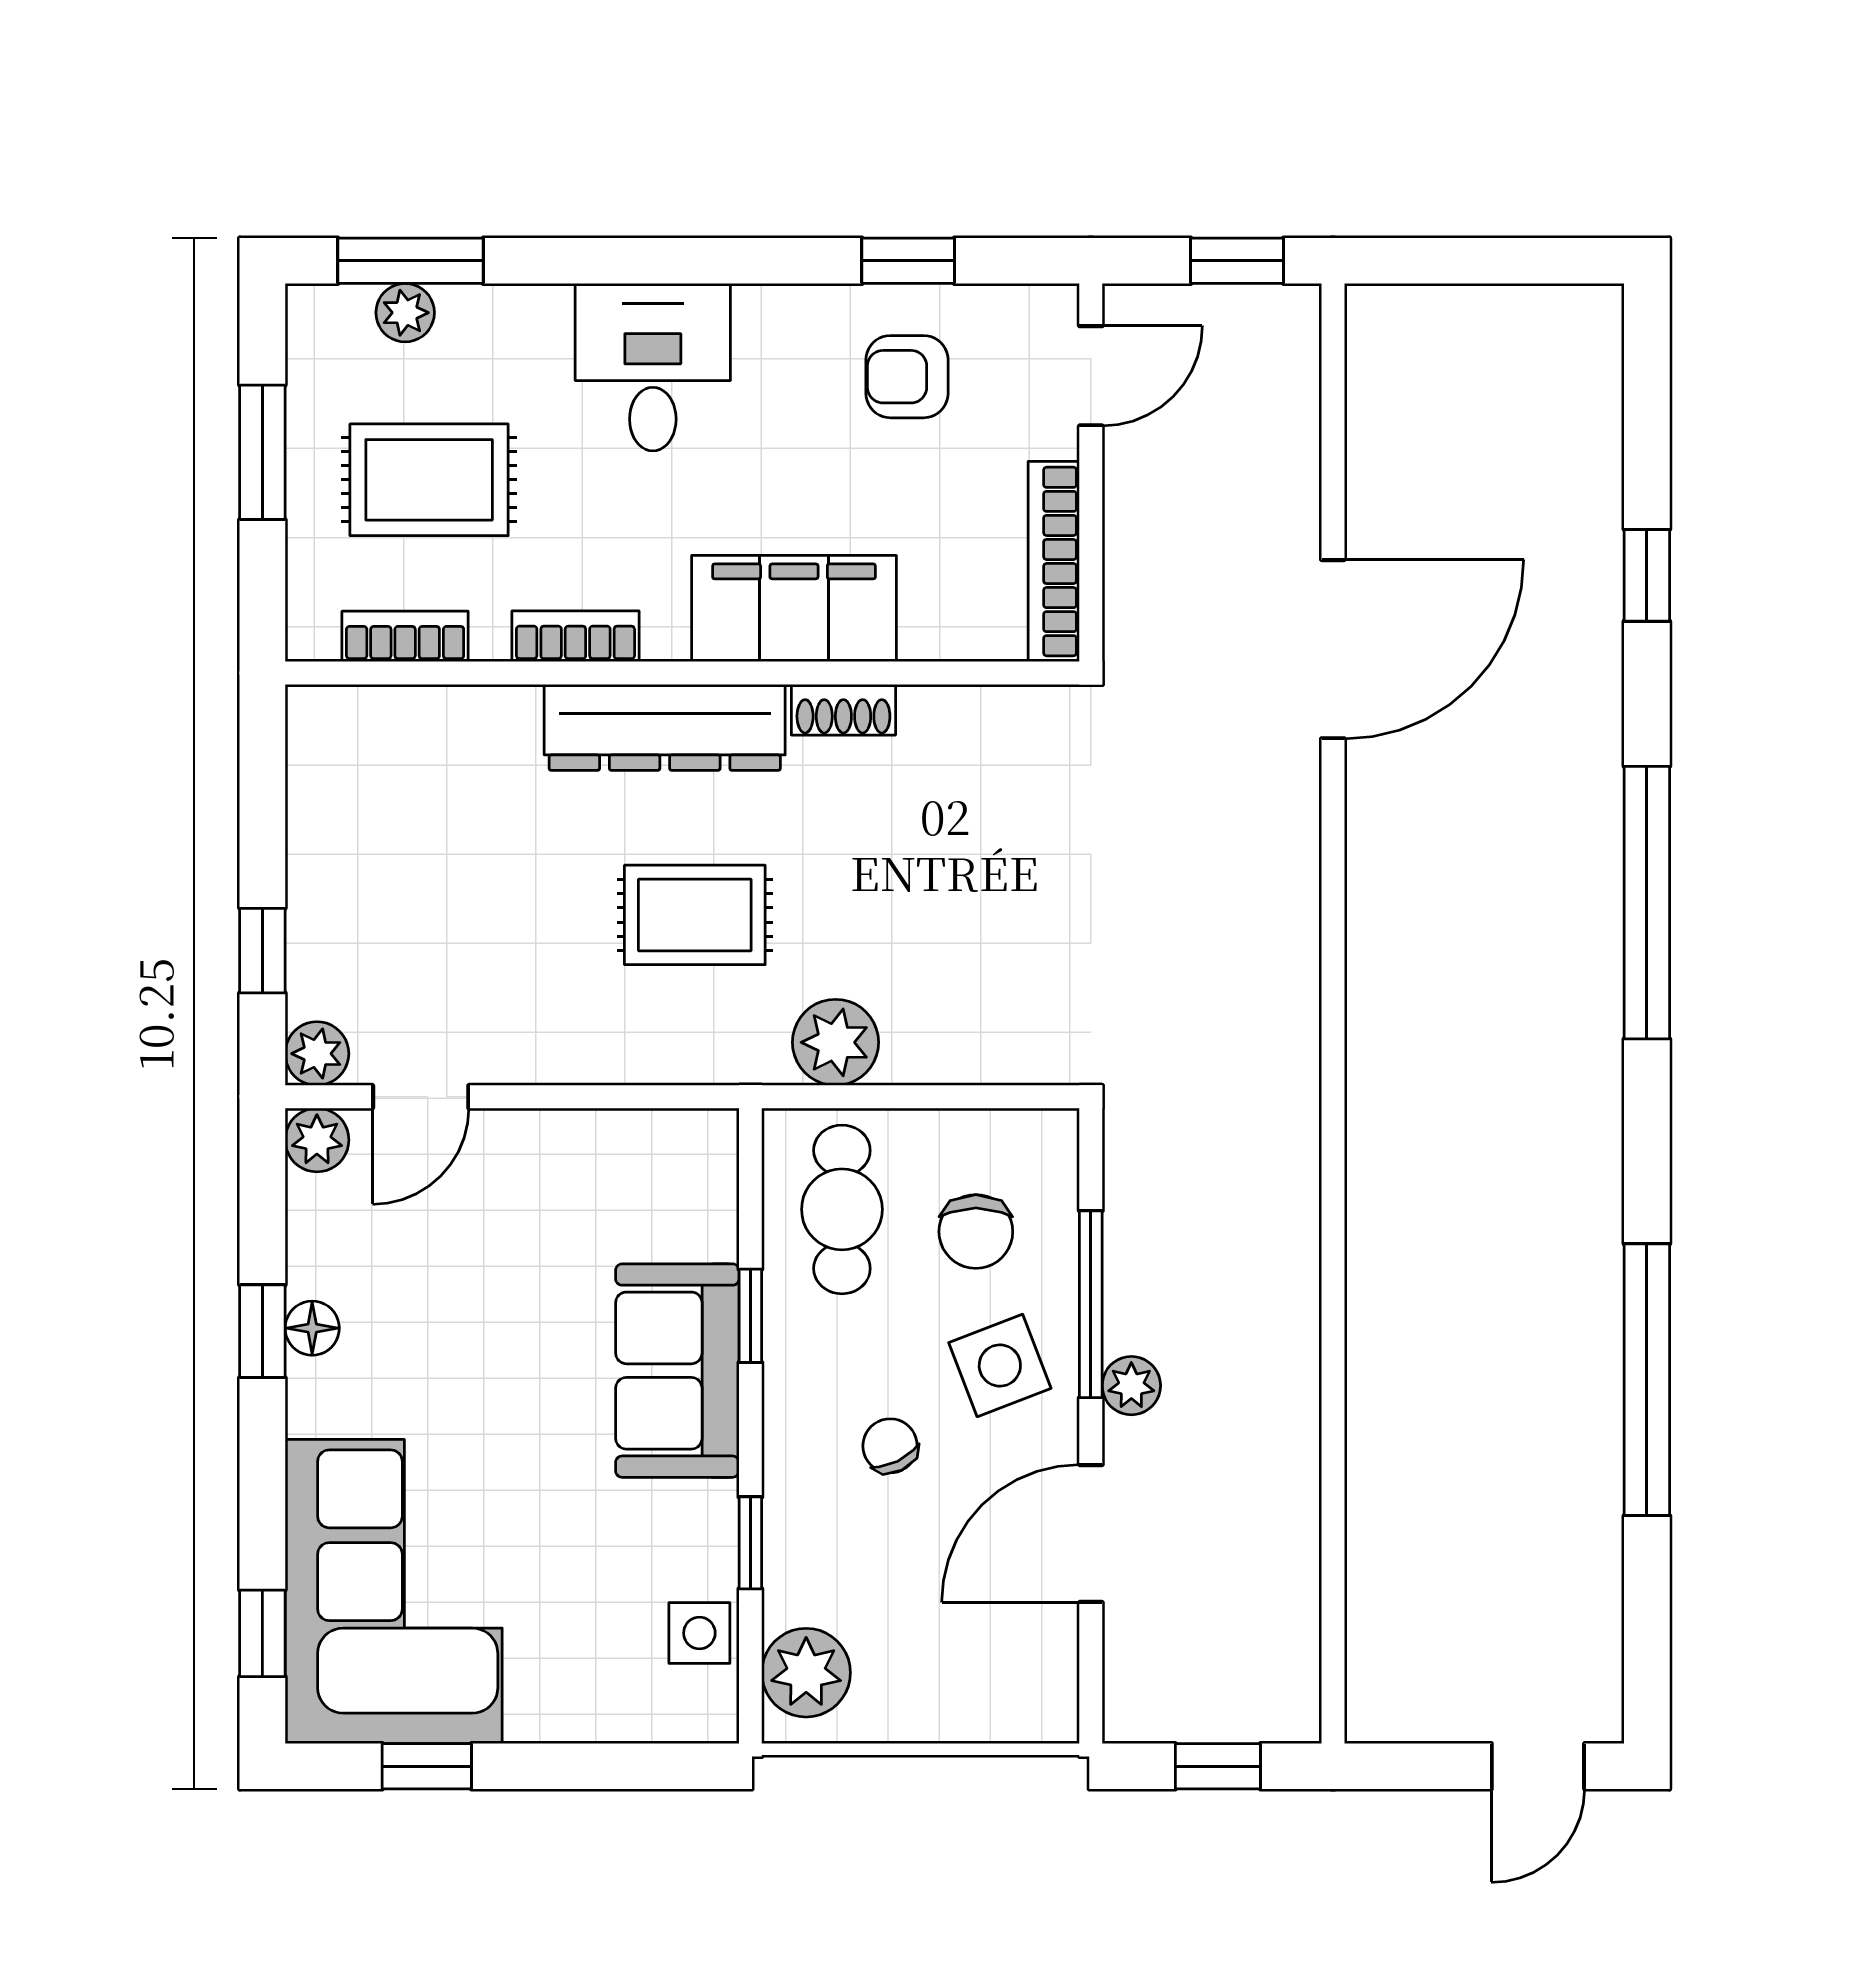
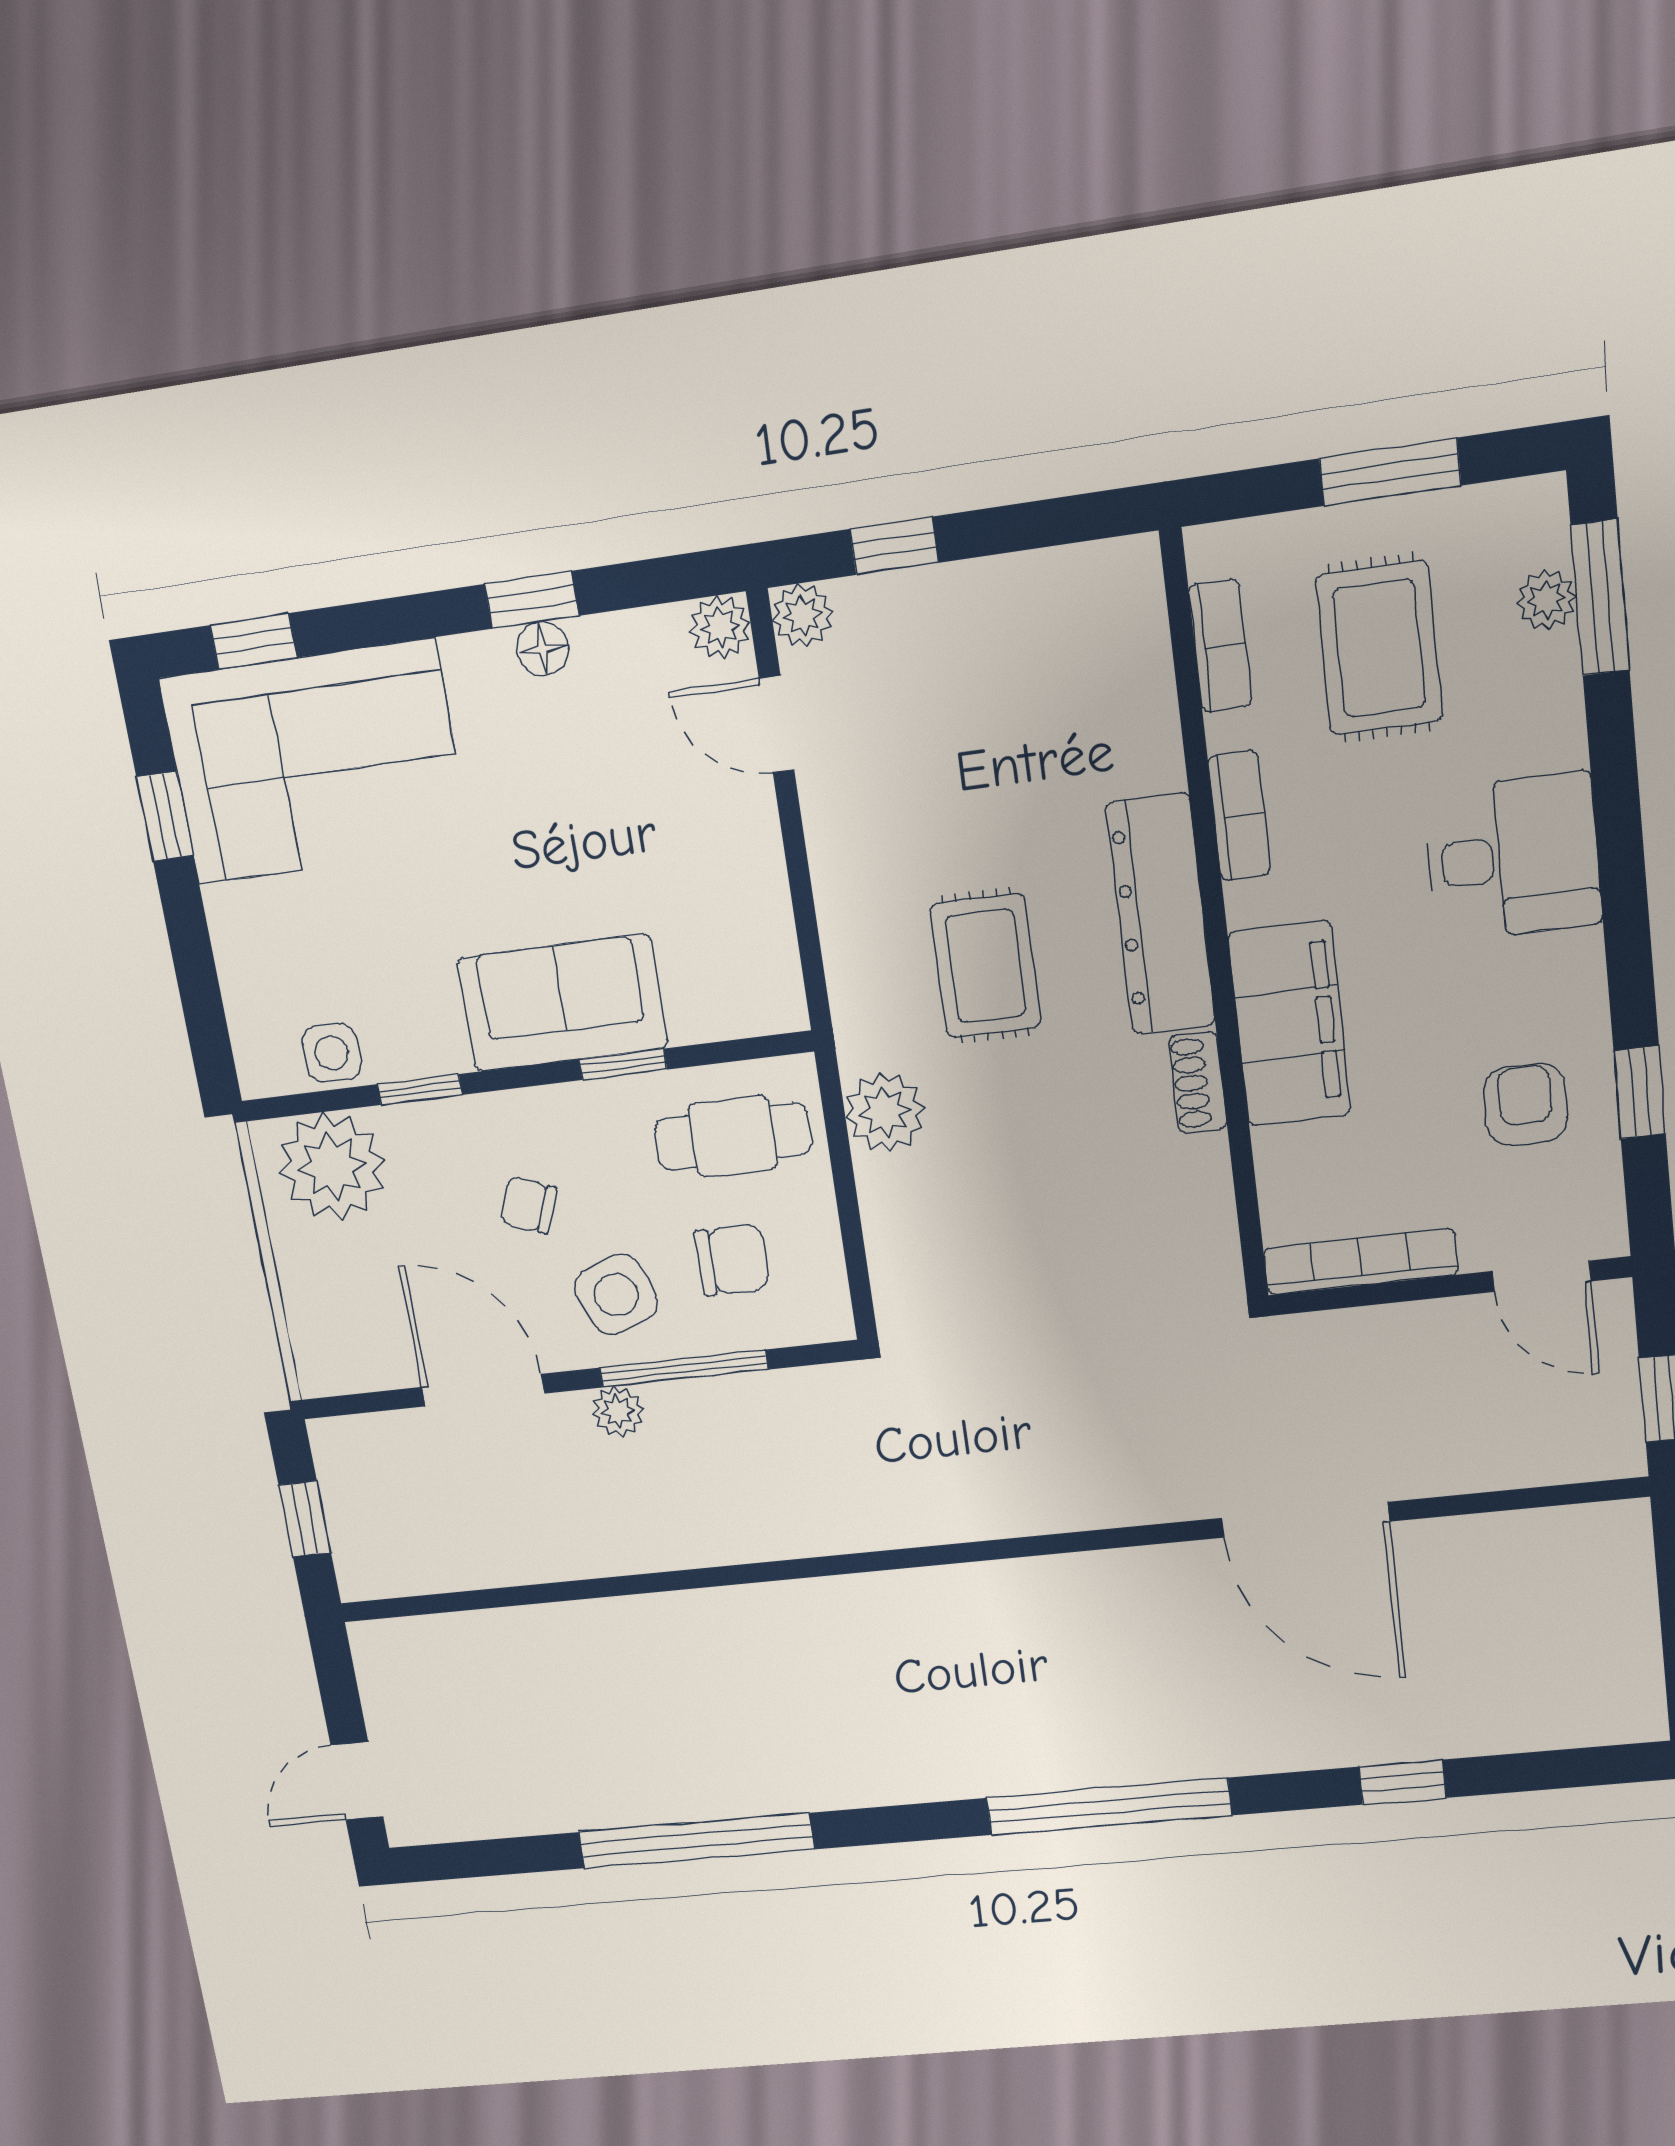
chair: (976, 1232) -> (732, 1260), turned 180
chair: (890, 1446) -> (528, 1205), turned -133
plant: (806, 1673) -> (332, 1166), width x1.36, depth x1.36
door: (1538, 1766) -> (357, 1781), hinge flipped

